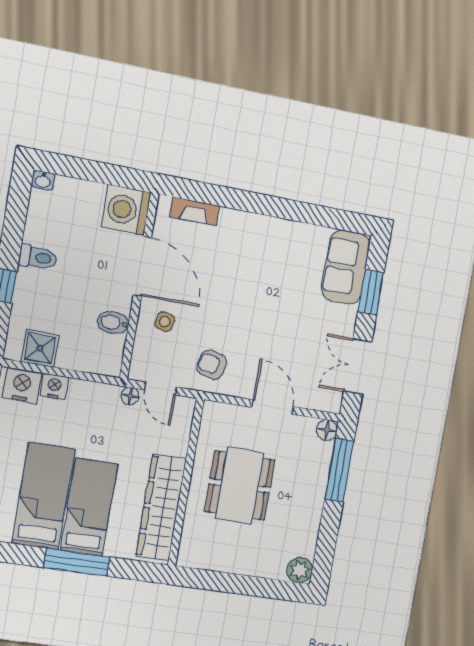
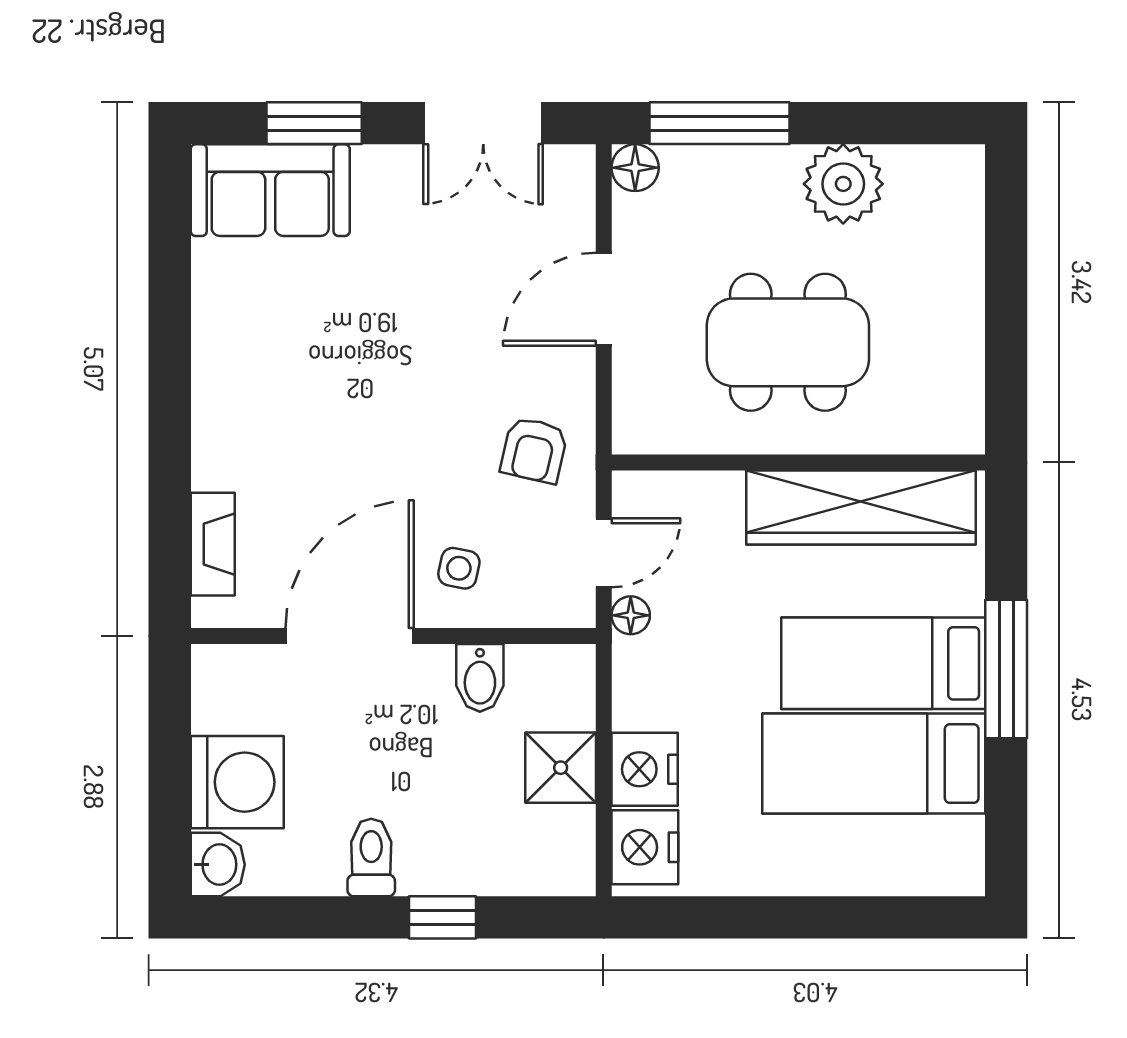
washbasin: (43, 180) -> (218, 865), width x1.38, depth x1.45
washing machine: (126, 210) -> (237, 782), moved, turned -90
shower: (40, 348) -> (561, 768), moved
nightstand: (54, 386) -> (645, 769), width x1.36, depth x1.33
plant: (300, 570) -> (843, 184), moved, width x1.36, depth x1.36

